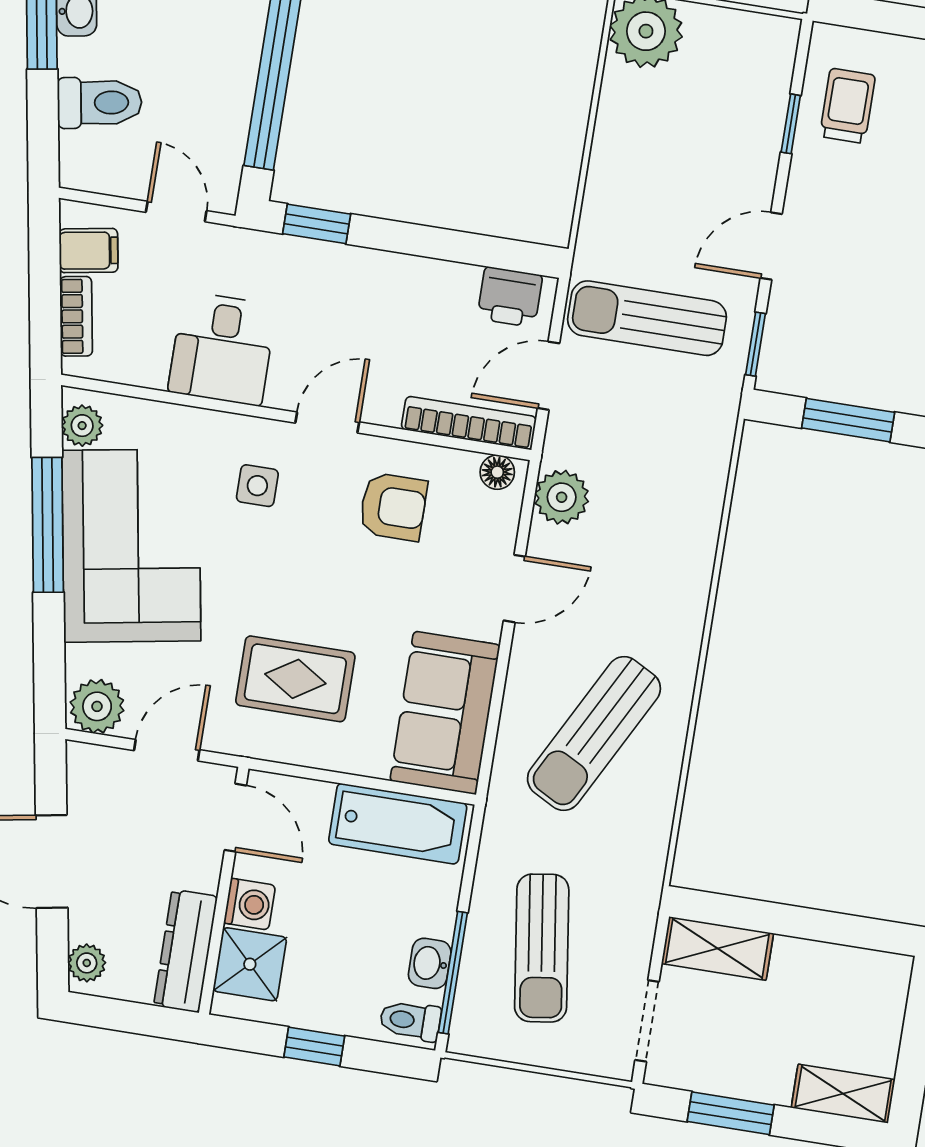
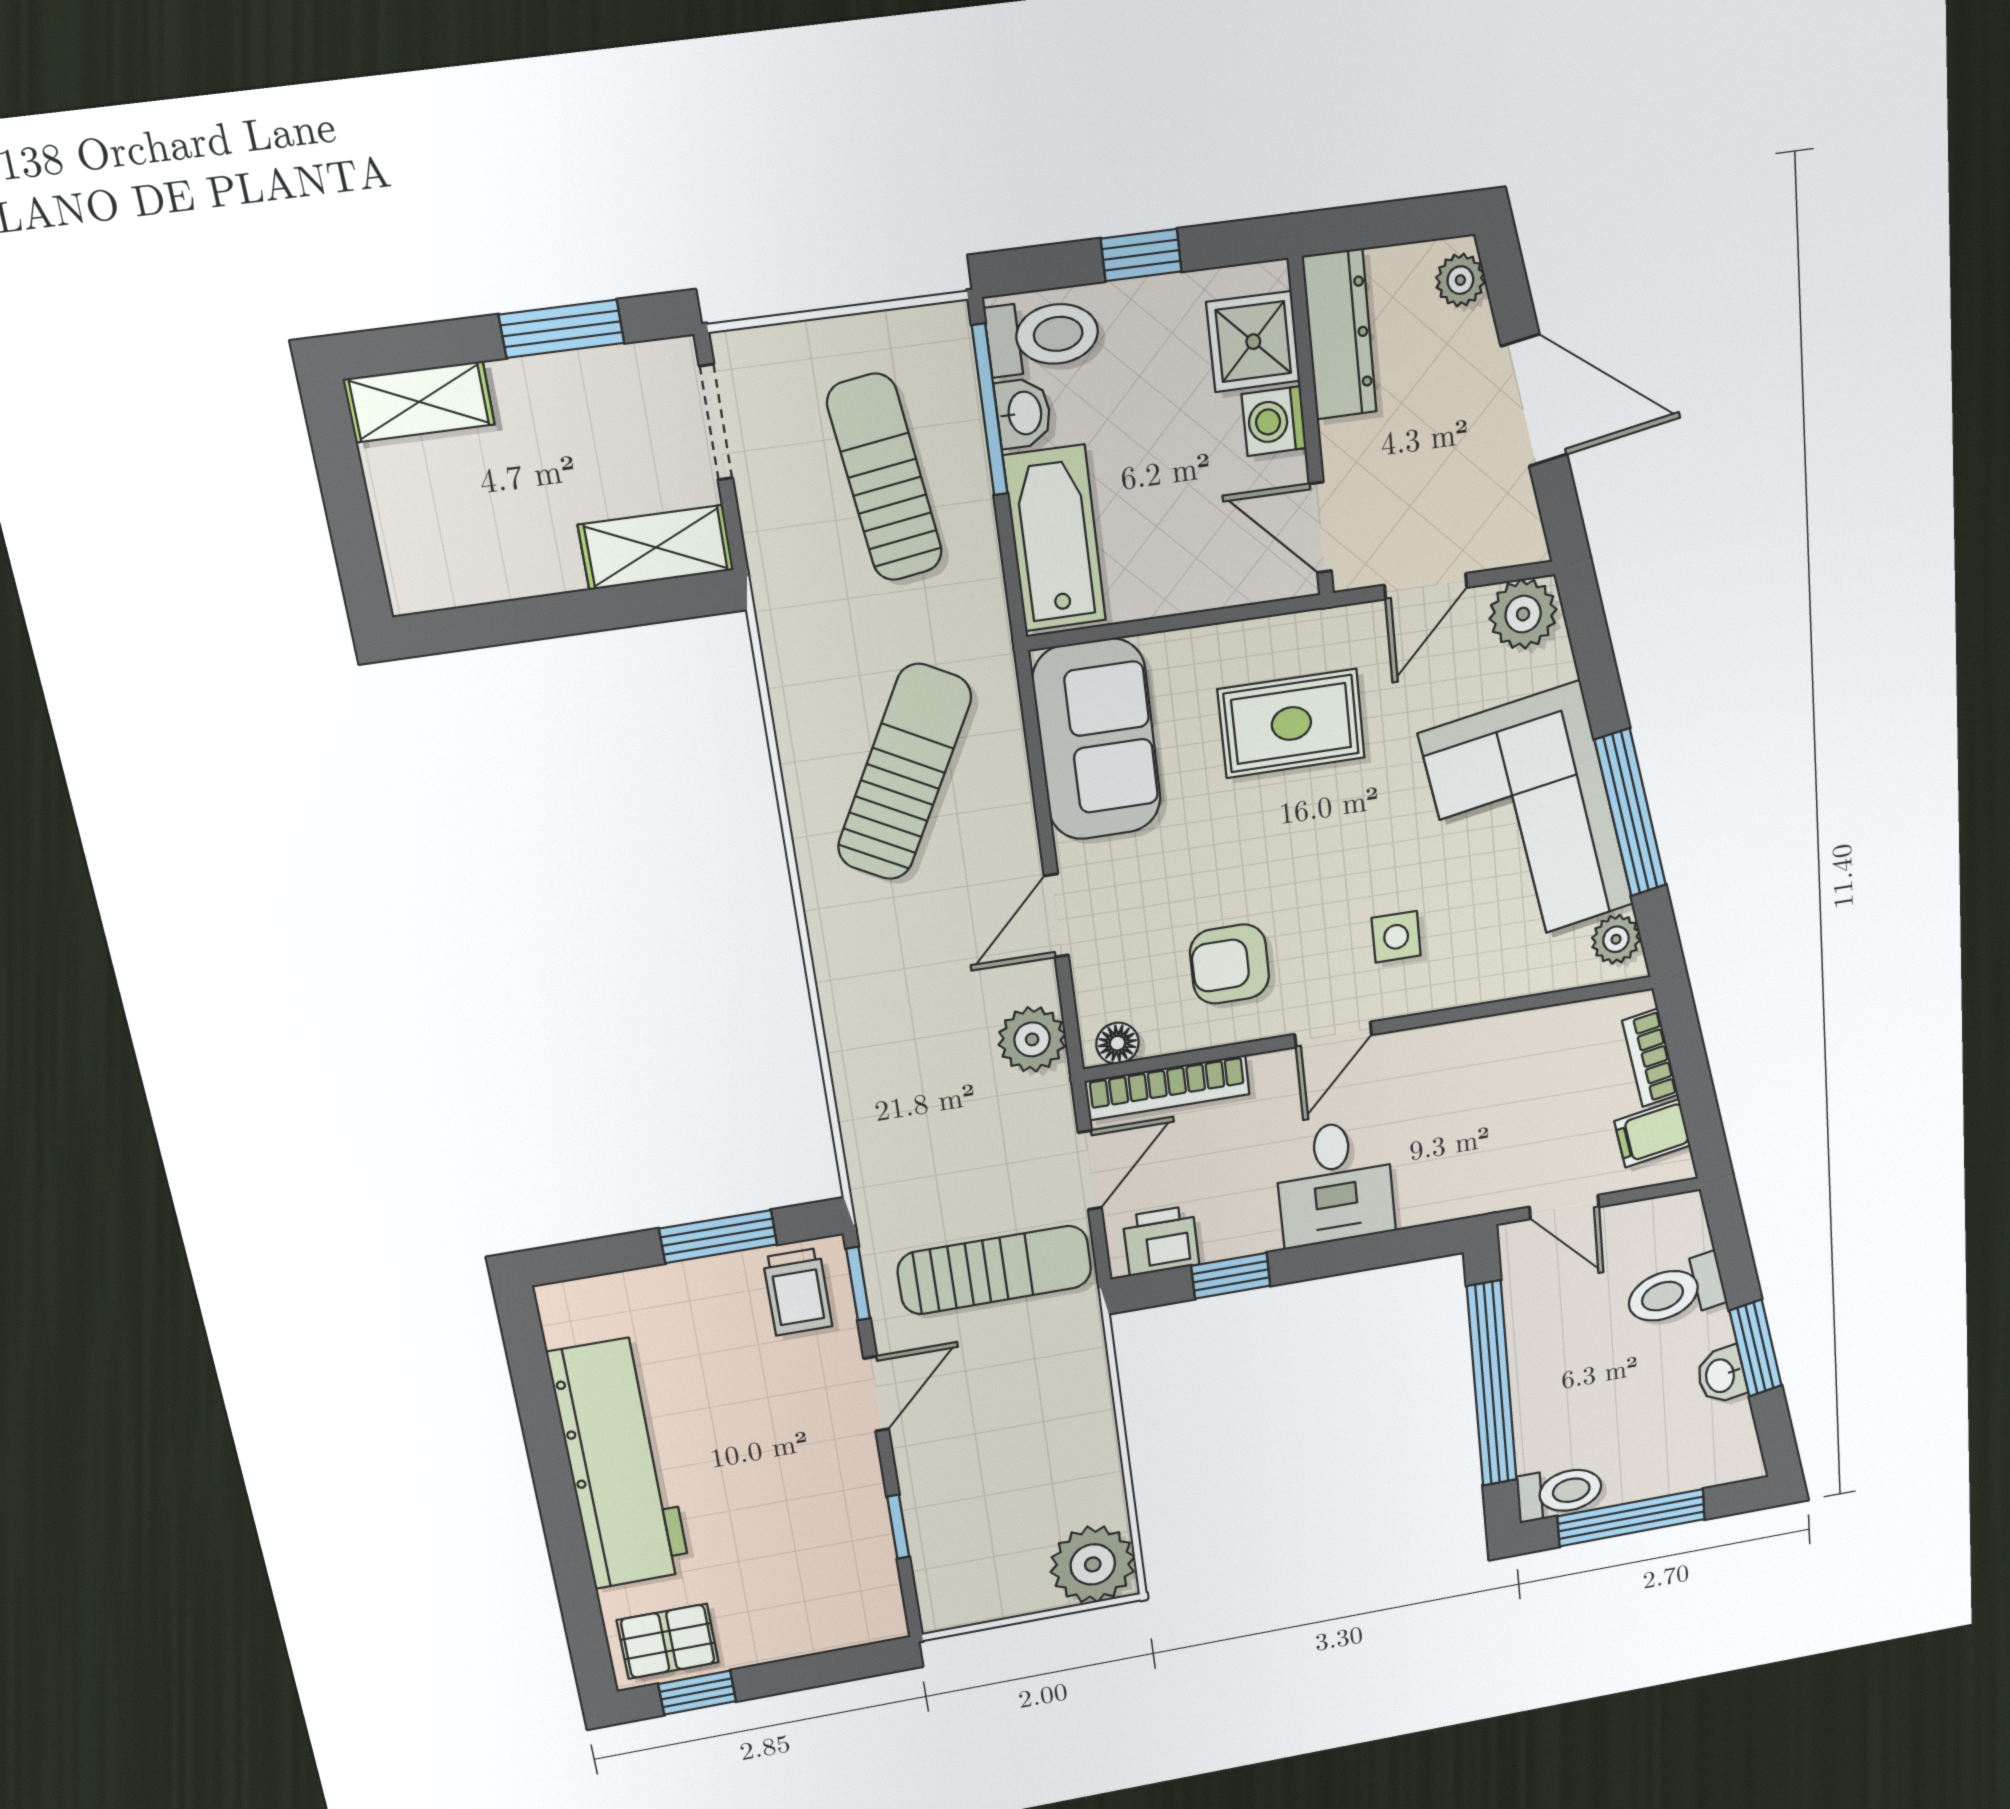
trolley: (847, 106) -> (798, 1292), moved
window: (317, 224) -> (1231, 1276), moved
desk: (222, 349) -> (1335, 1183), moved, turned 180
bathtub: (398, 824) -> (1055, 538), moved, turned 90
toilet: (410, 1021) -> (1043, 336), width x1.37, depth x1.39

